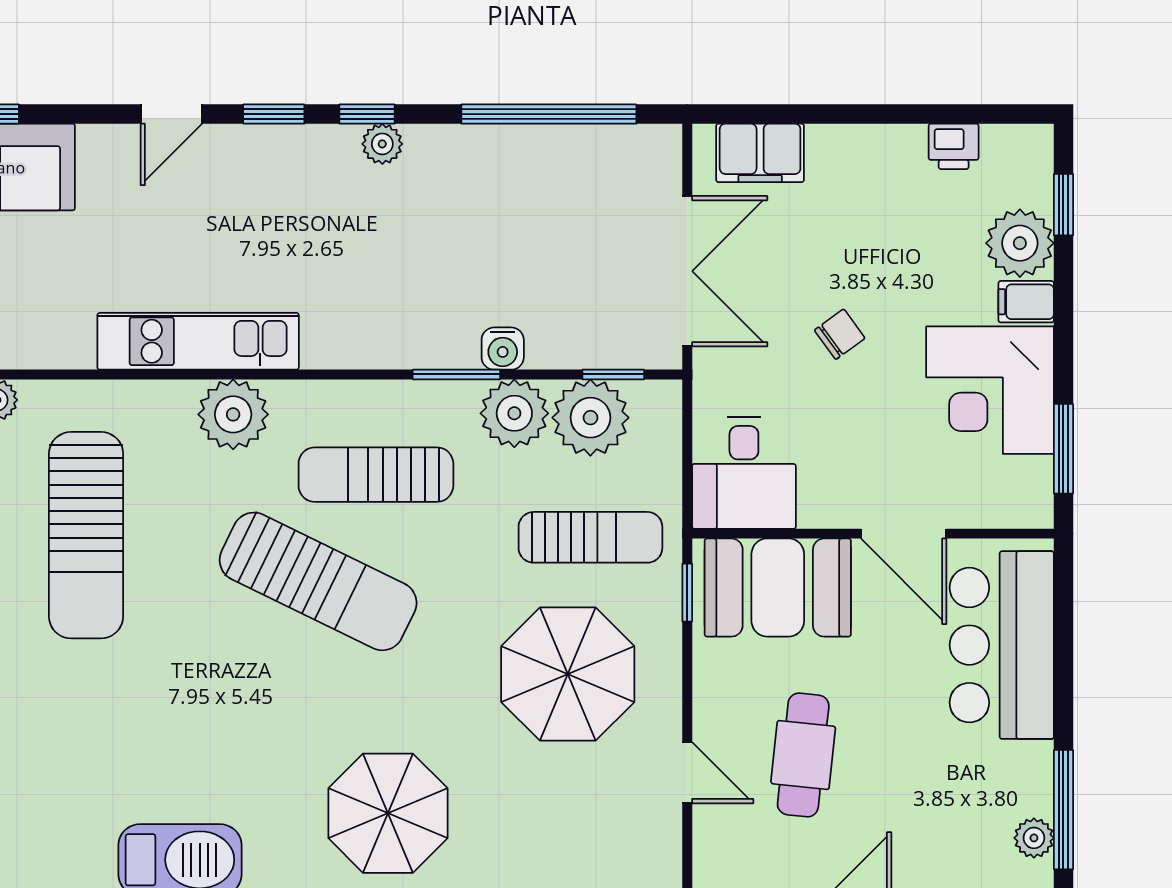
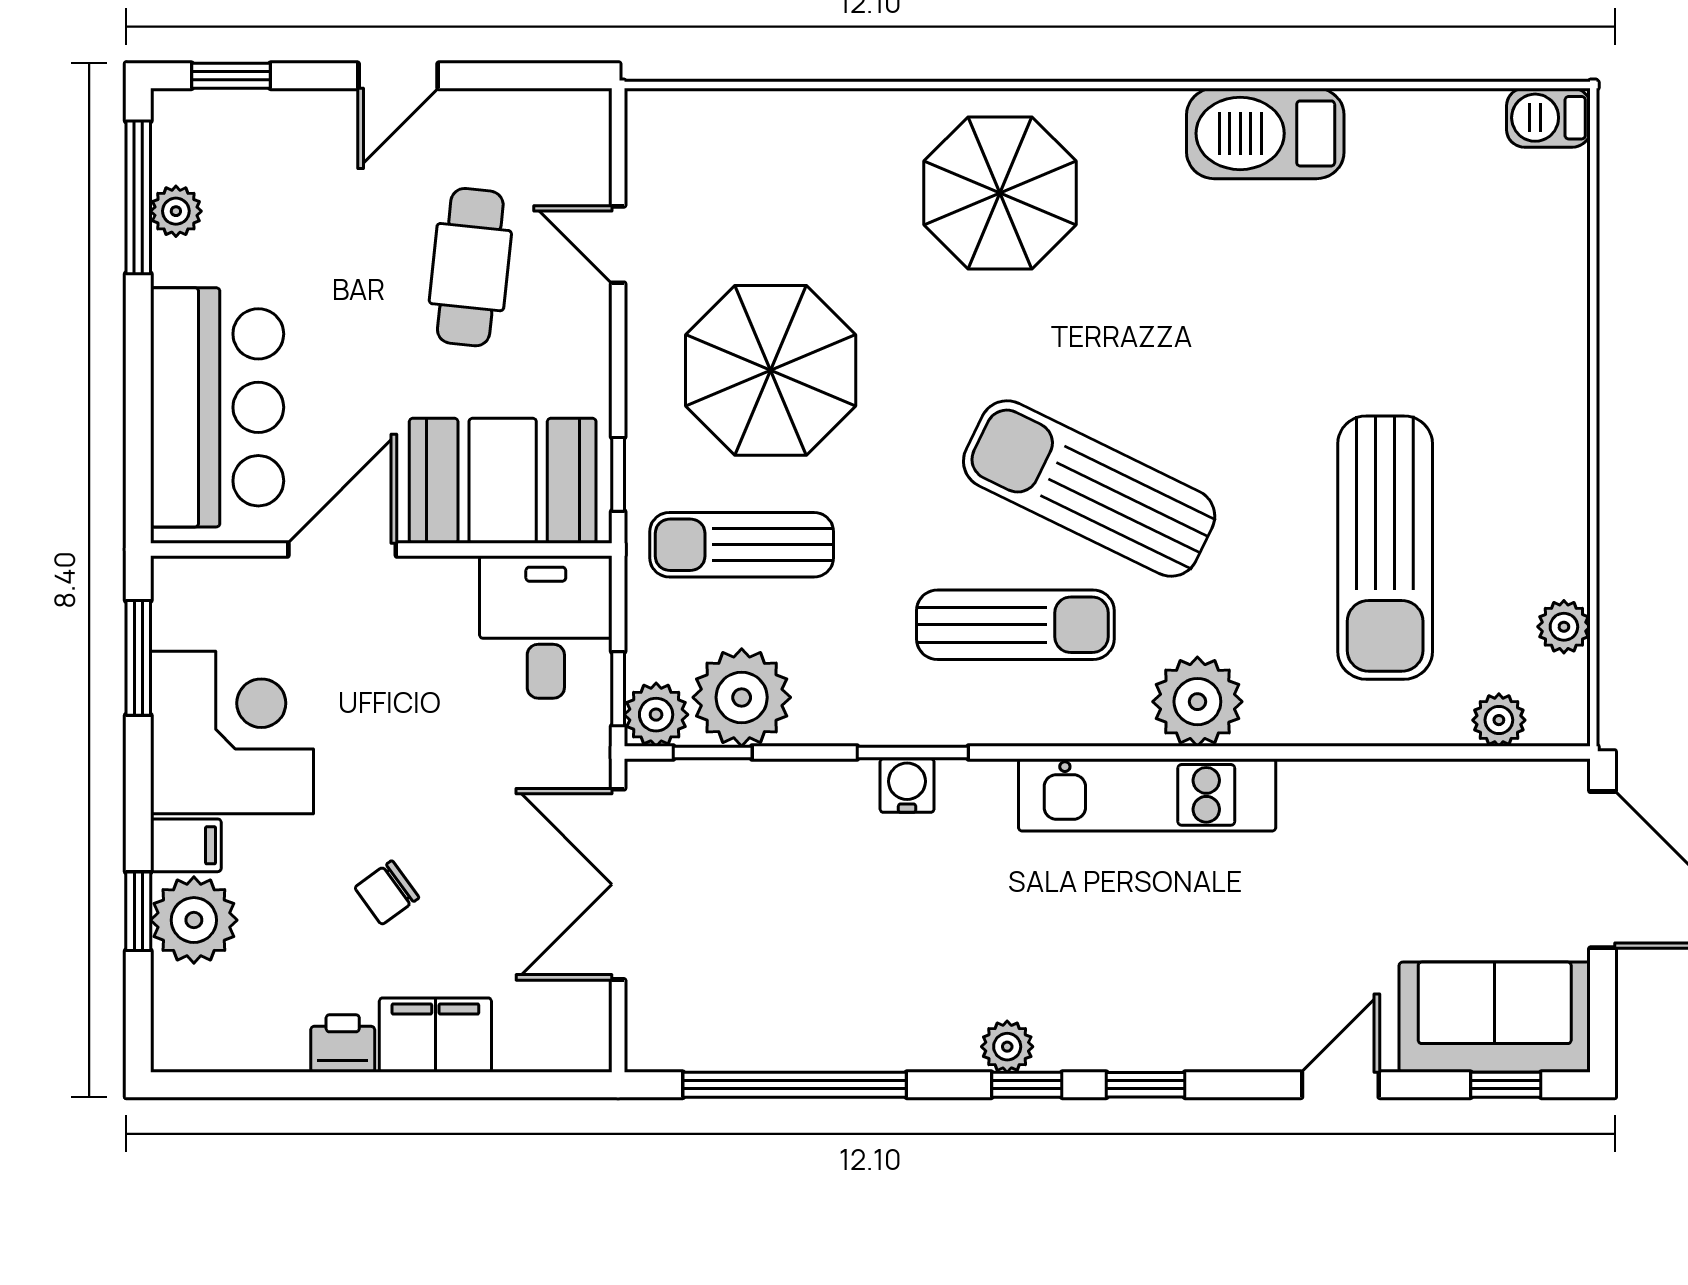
door: (171, 114) -> (1340, 1085), moved
printer: (954, 146) -> (343, 1044), moved
filing cabinet: (760, 153) -> (435, 1035), moved
window: (1063, 205) -> (138, 911), moved
chair: (840, 334) -> (387, 893), moved
kitchen unit: (198, 341) -> (1147, 795), moved
water cooler: (503, 349) -> (907, 786), moved
plant: (514, 413) -> (656, 715), moved, width x0.73, depth x0.73
window: (687, 424) -> (618, 689), added
door: (904, 534) -> (342, 549), hinge flipped
sun lounger: (86, 535) -> (1385, 548), turned 180
plant: (1034, 838) -> (176, 211), moved

